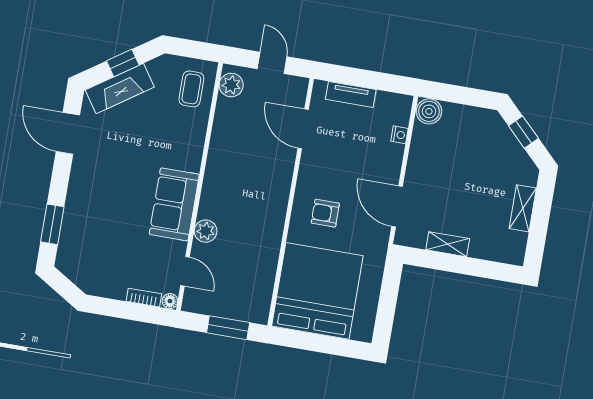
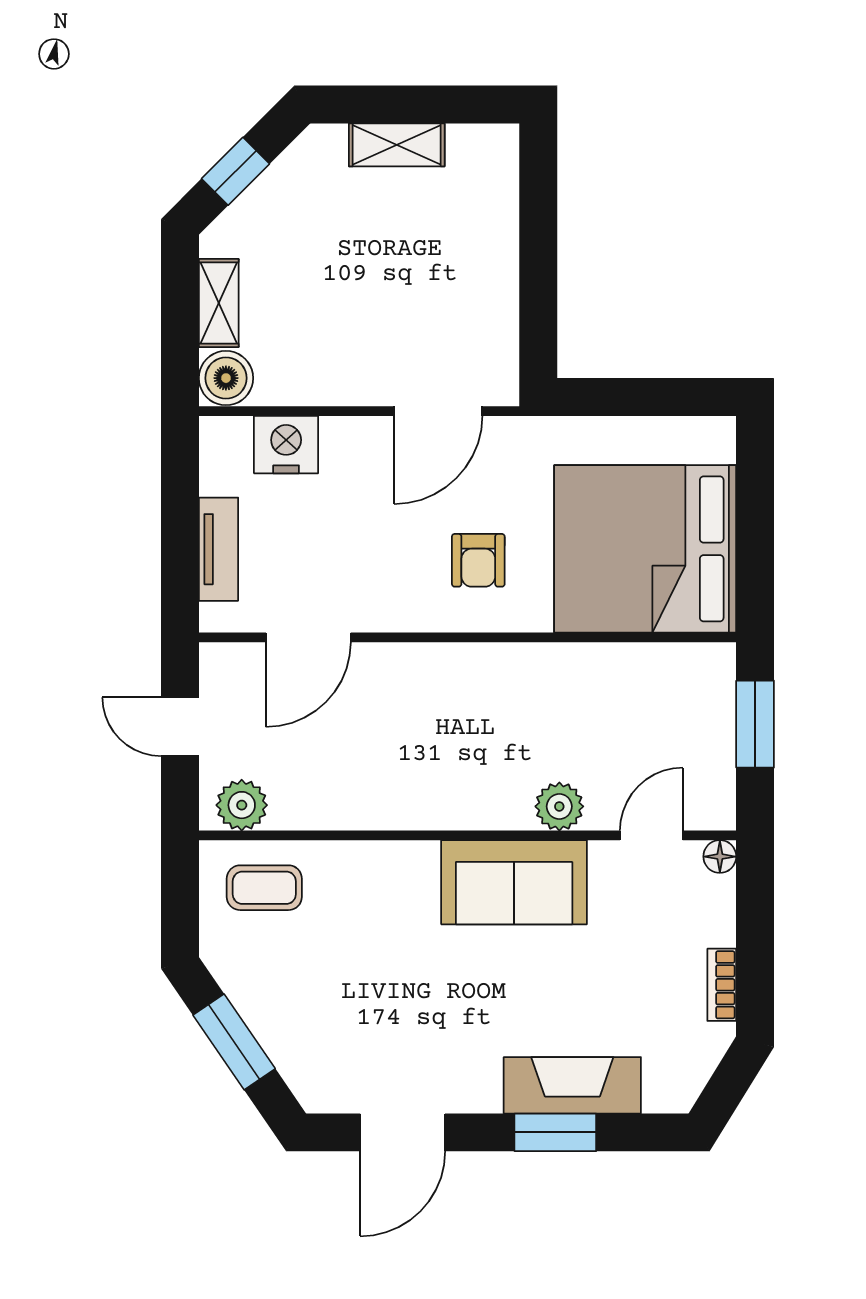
window: (123, 63) -> (234, 1042), width x1.50
door: (272, 63) -> (180, 727), hinge flipped
fireplace: (120, 89) -> (572, 1085), moved, turned -56
nightstand: (400, 135) -> (286, 445), width x1.89, depth x1.79
window: (52, 224) -> (555, 1132), moved
shelving: (448, 244) -> (219, 303), moved
bookcase: (144, 298) -> (722, 985), moved

